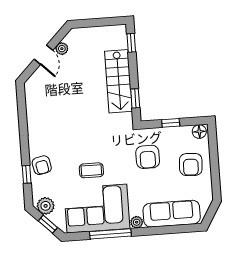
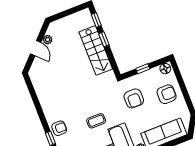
window: (135, 98) -> (104, 39), moved
armchair: (191, 164) -> (167, 94), turned -93
armchair: (42, 165) -> (59, 128), turned -78

